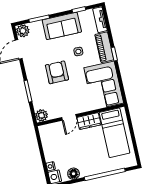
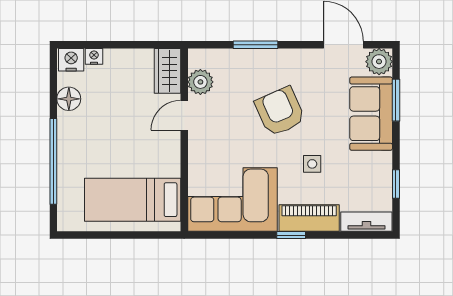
sofa: (62, 26) -> (371, 114), moved
armchair: (57, 72) -> (280, 111), turned -114
plant: (42, 115) -> (200, 82), moved
door: (69, 117) -> (184, 115), hinge flipped
wardrobe: (89, 121) -> (167, 71), moved

